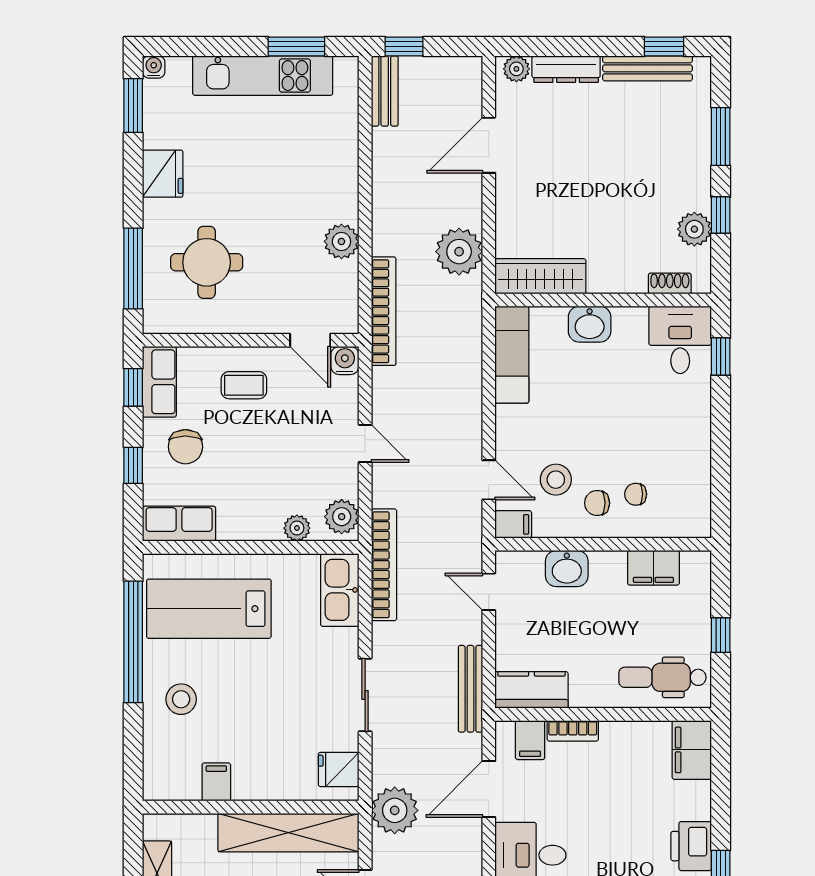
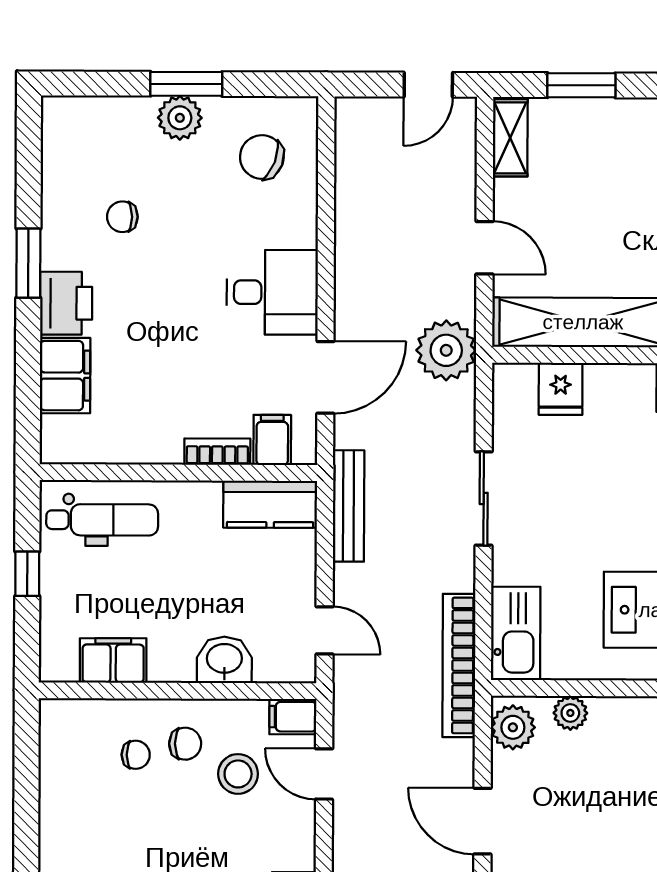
door: (365, 443) -> (483, 821), width x1.37
filing cabinet: (692, 750) -> (65, 376), moved
fridge: (339, 770) -> (561, 389), moved, turned 90

